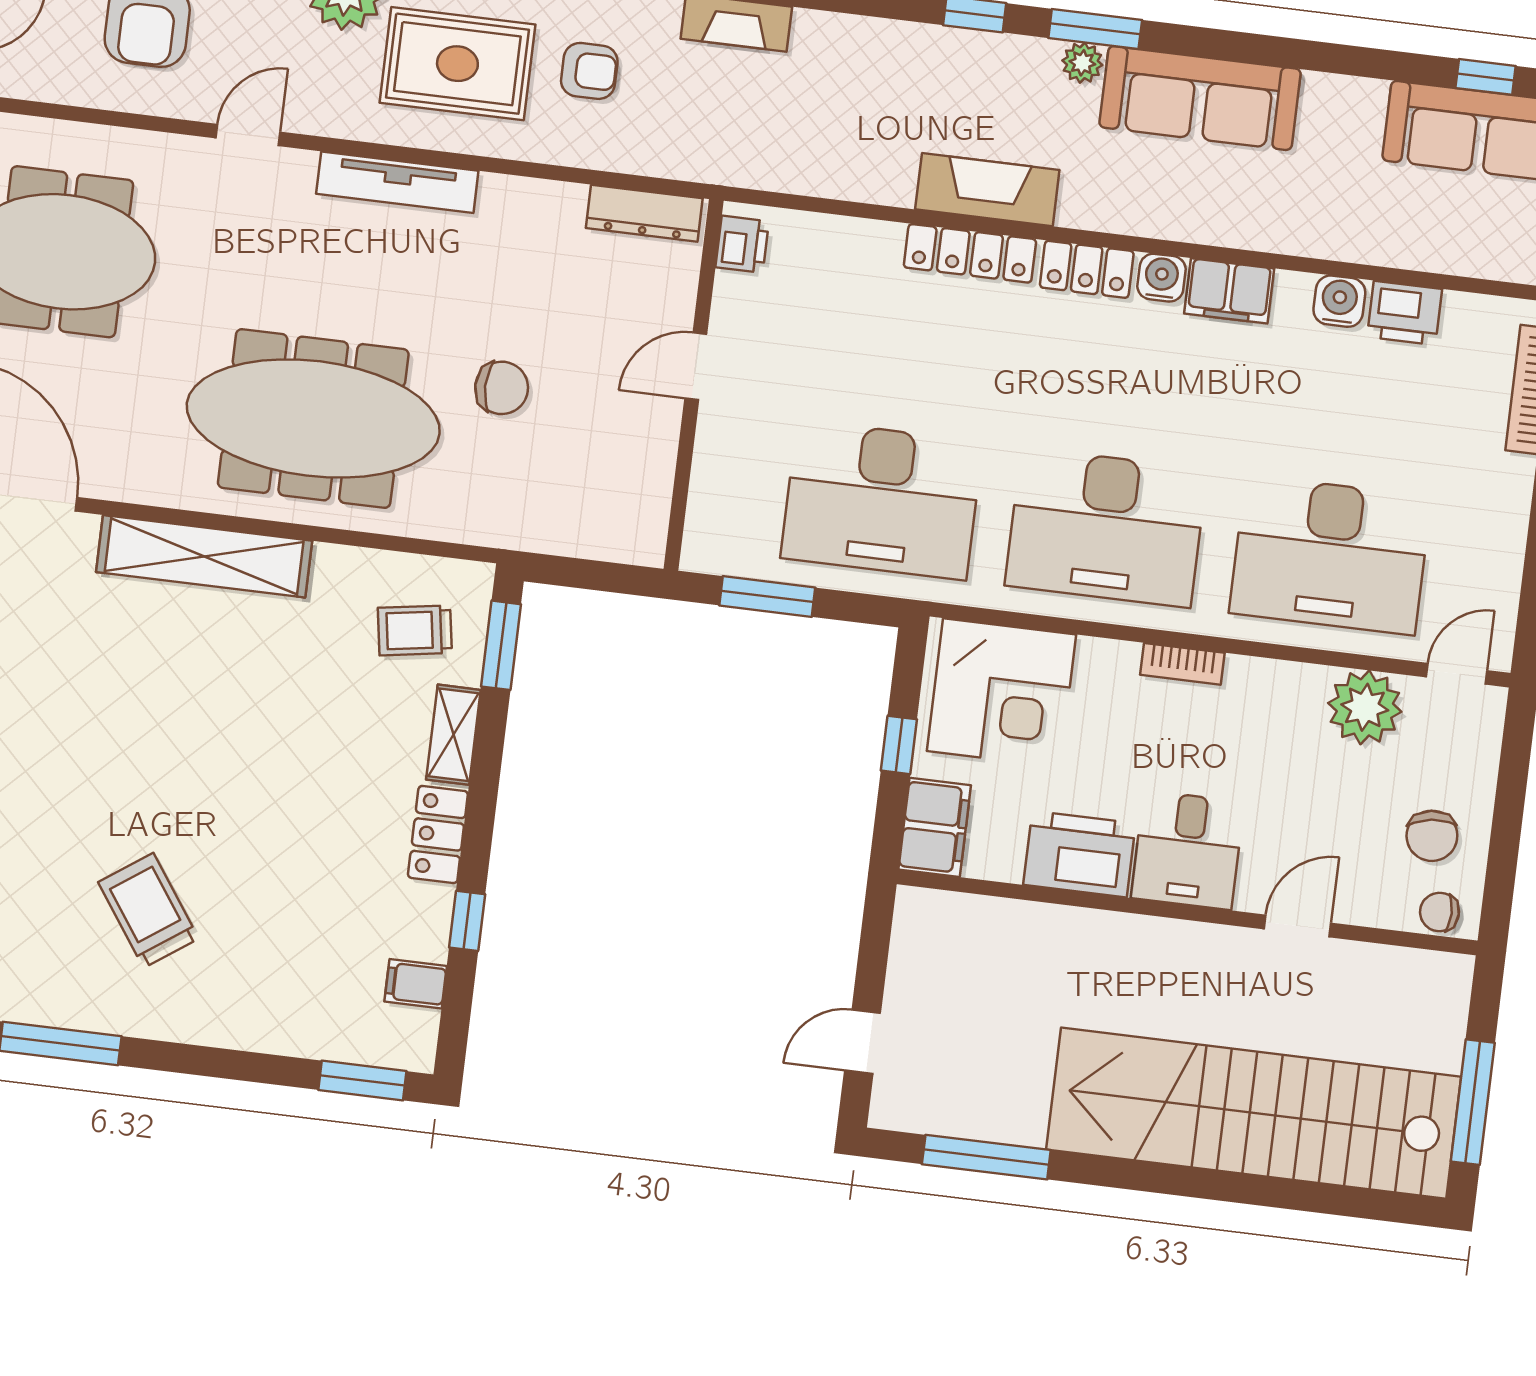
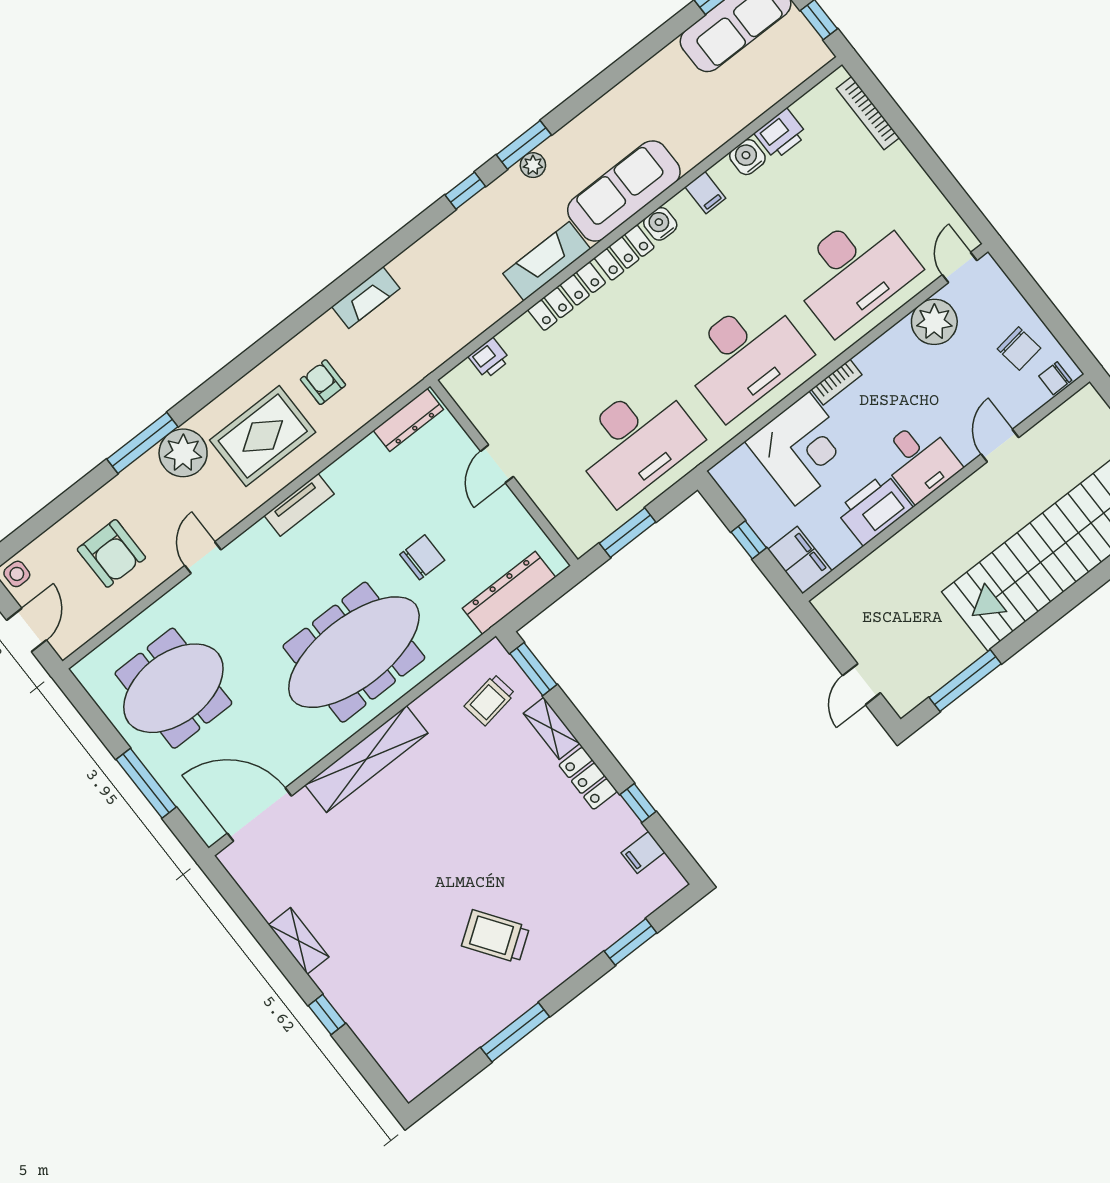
armchair: (589, 71) -> (323, 382), turned -90
sofa: (1200, 98) -> (624, 191), moved, turned 180
tv unit: (397, 182) -> (299, 505), width x0.71
printer: (742, 244) -> (489, 358), moved, turned 90
filing cabinet: (1229, 291) -> (705, 192), width x0.50
dresser: (561, 529) -> (509, 593), added
corner desk: (1002, 693) -> (802, 449), moved
window: (362, 1081) -> (631, 942), moved

